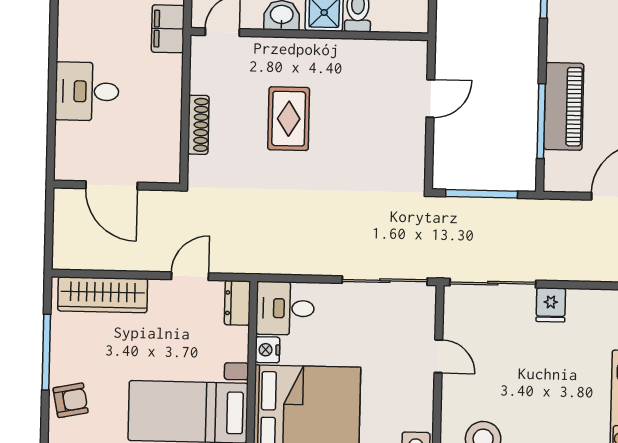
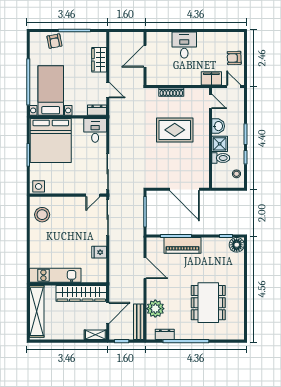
door: (430, 98) -> (185, 189), width x1.87
rug: (289, 119) -> (175, 130), width x1.36, depth x1.43
wardrobe: (103, 295) -> (99, 60), width x0.67
fridge: (551, 305) -> (99, 252), moved
nightstand: (267, 350) -> (78, 123), removed
door: (438, 356) -> (93, 195), moved

